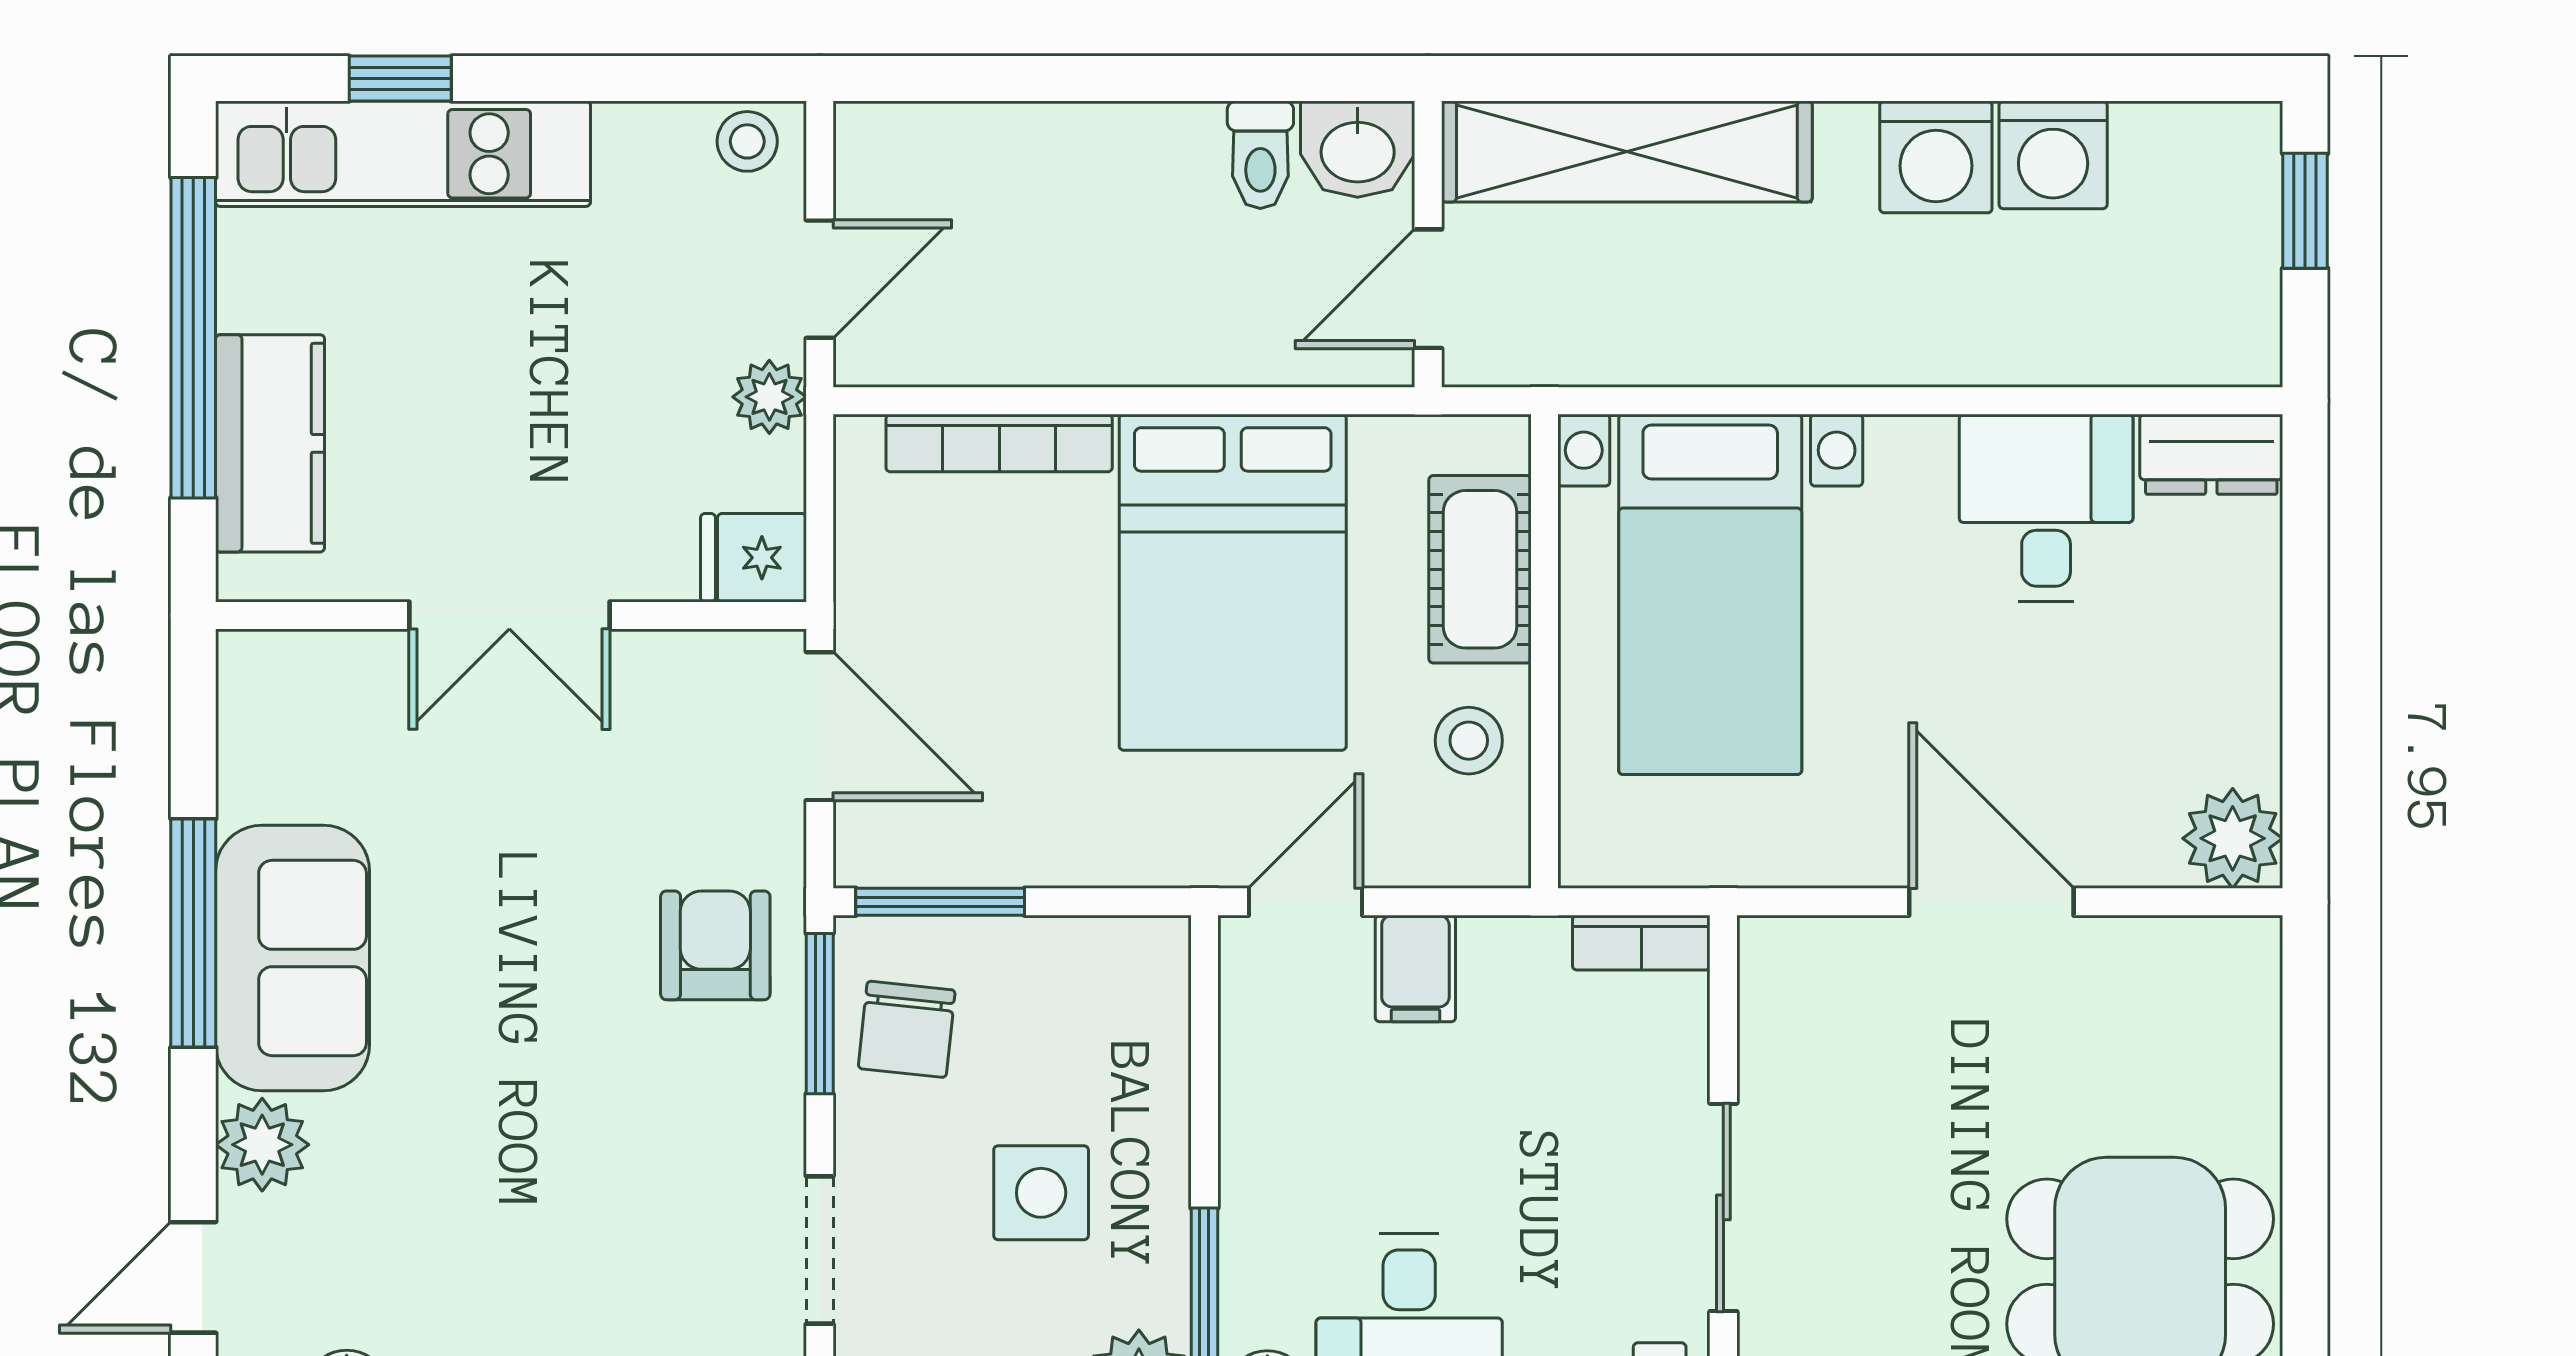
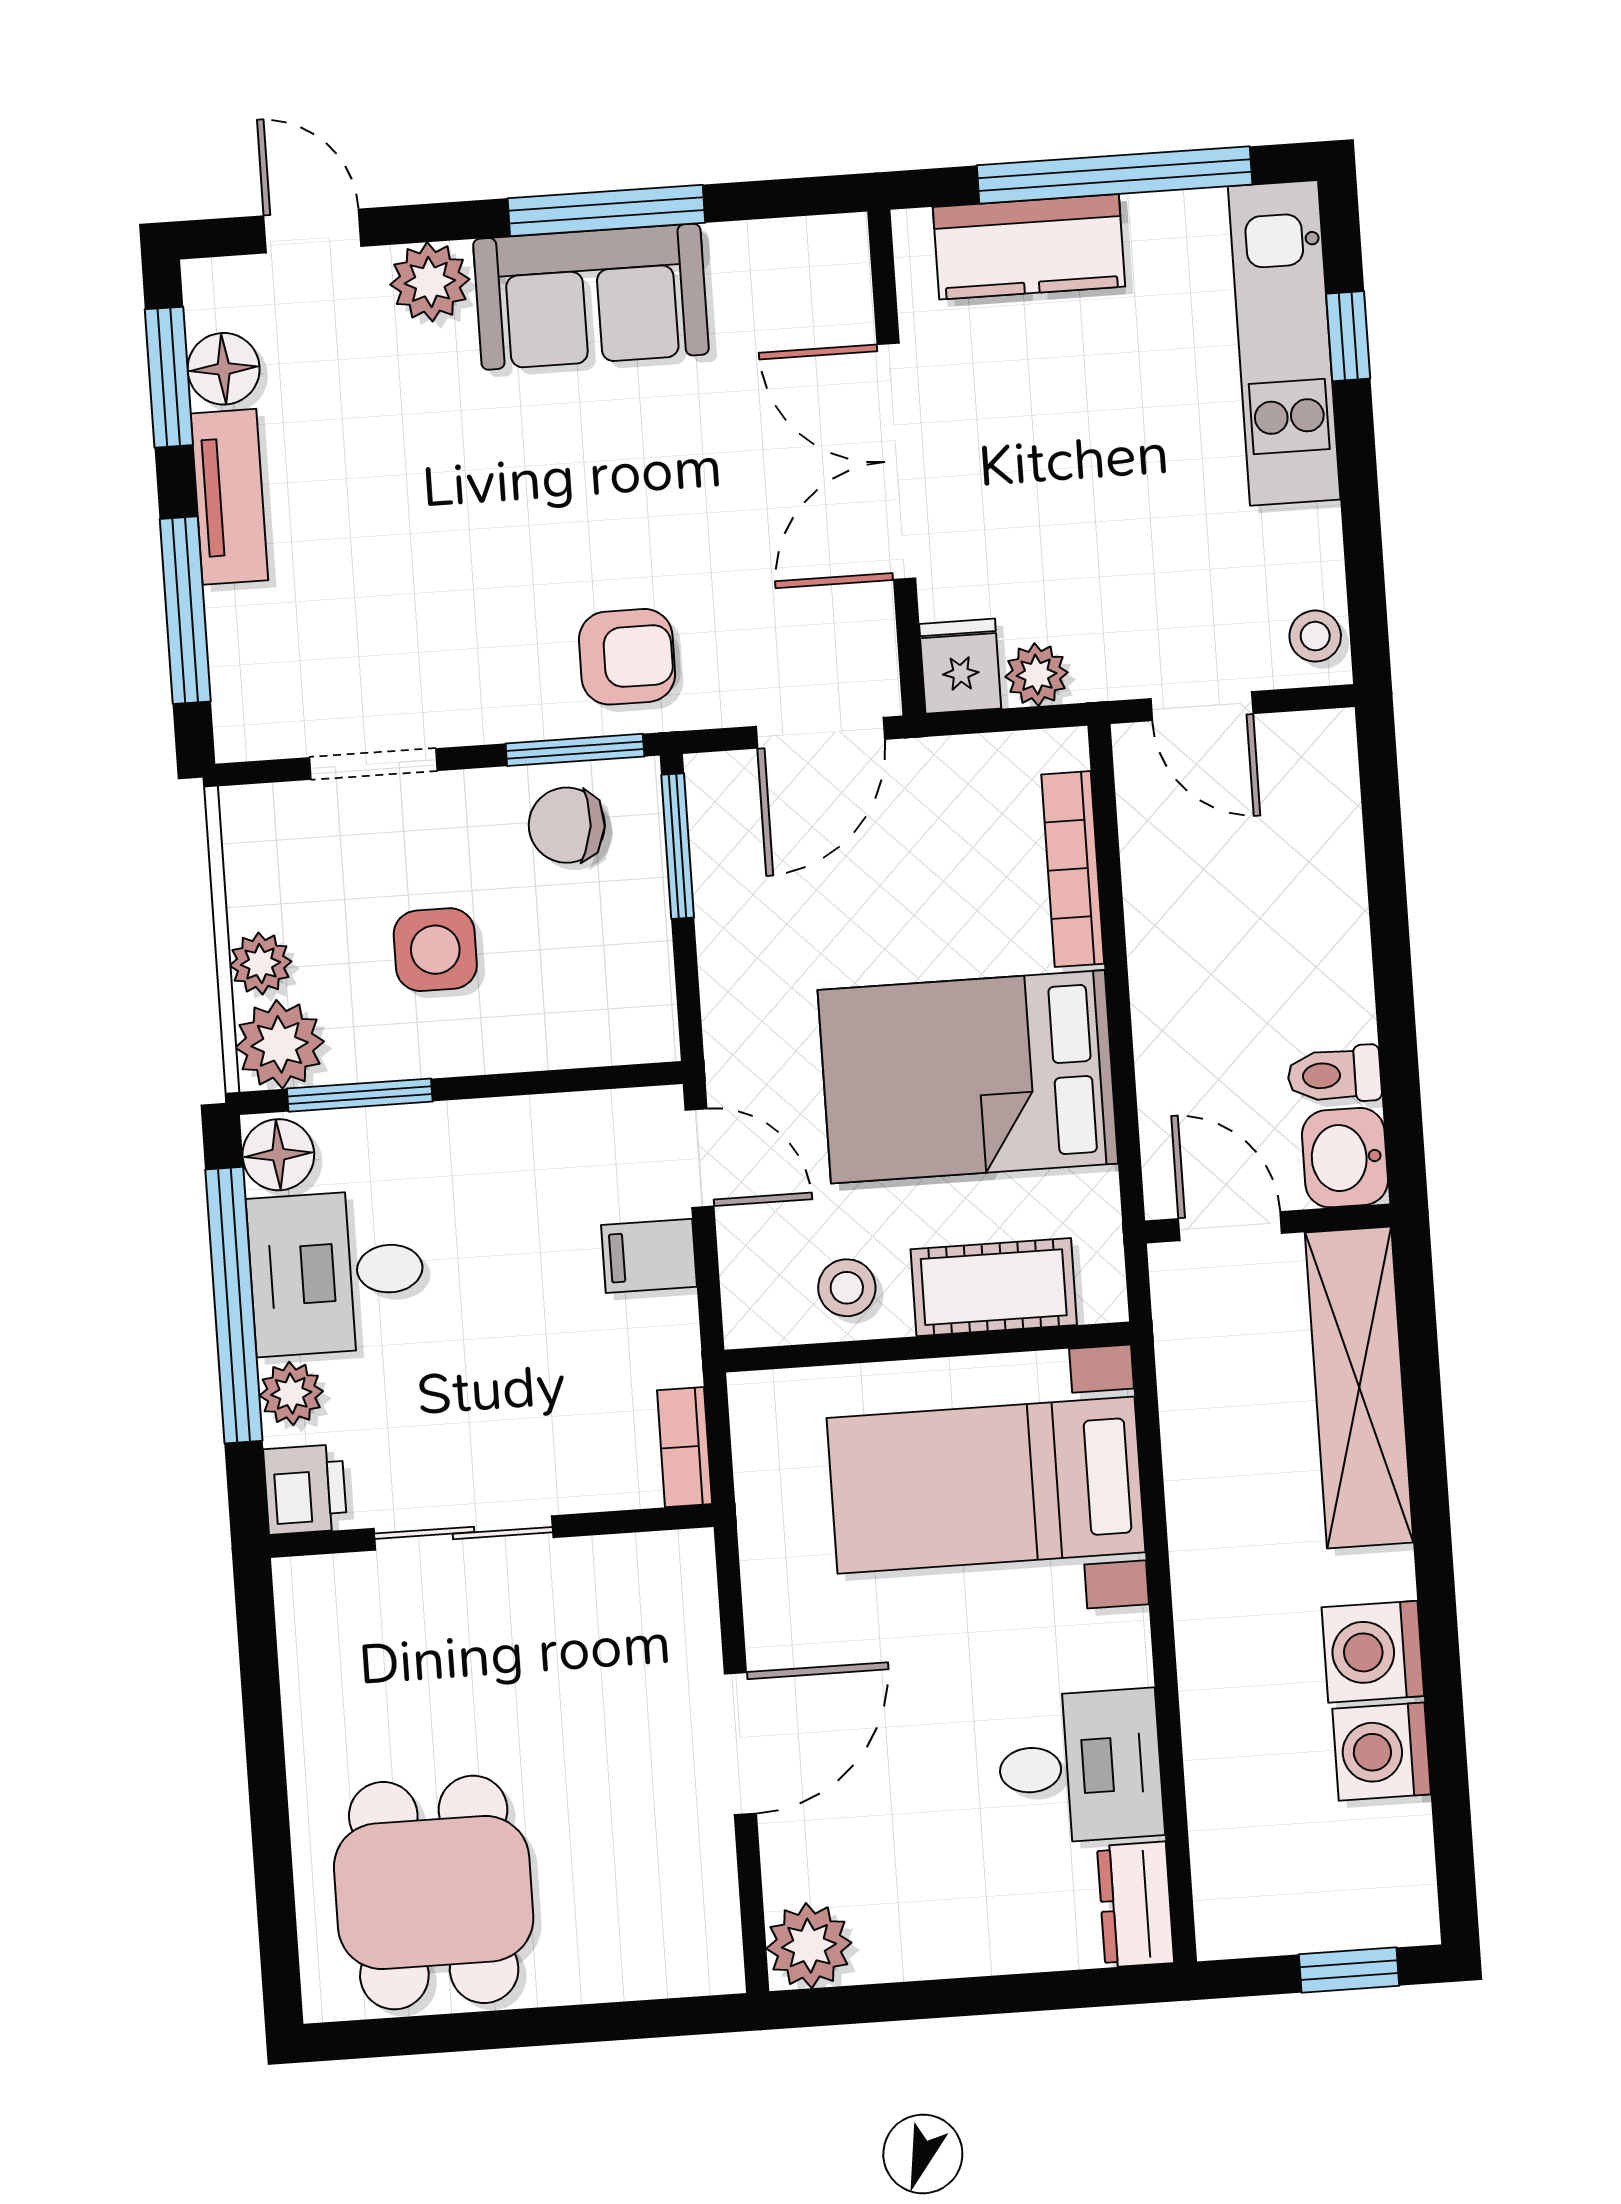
plant: (769, 397) -> (1036, 675), moved
double door: (509, 615) -> (896, 461), width x1.37

